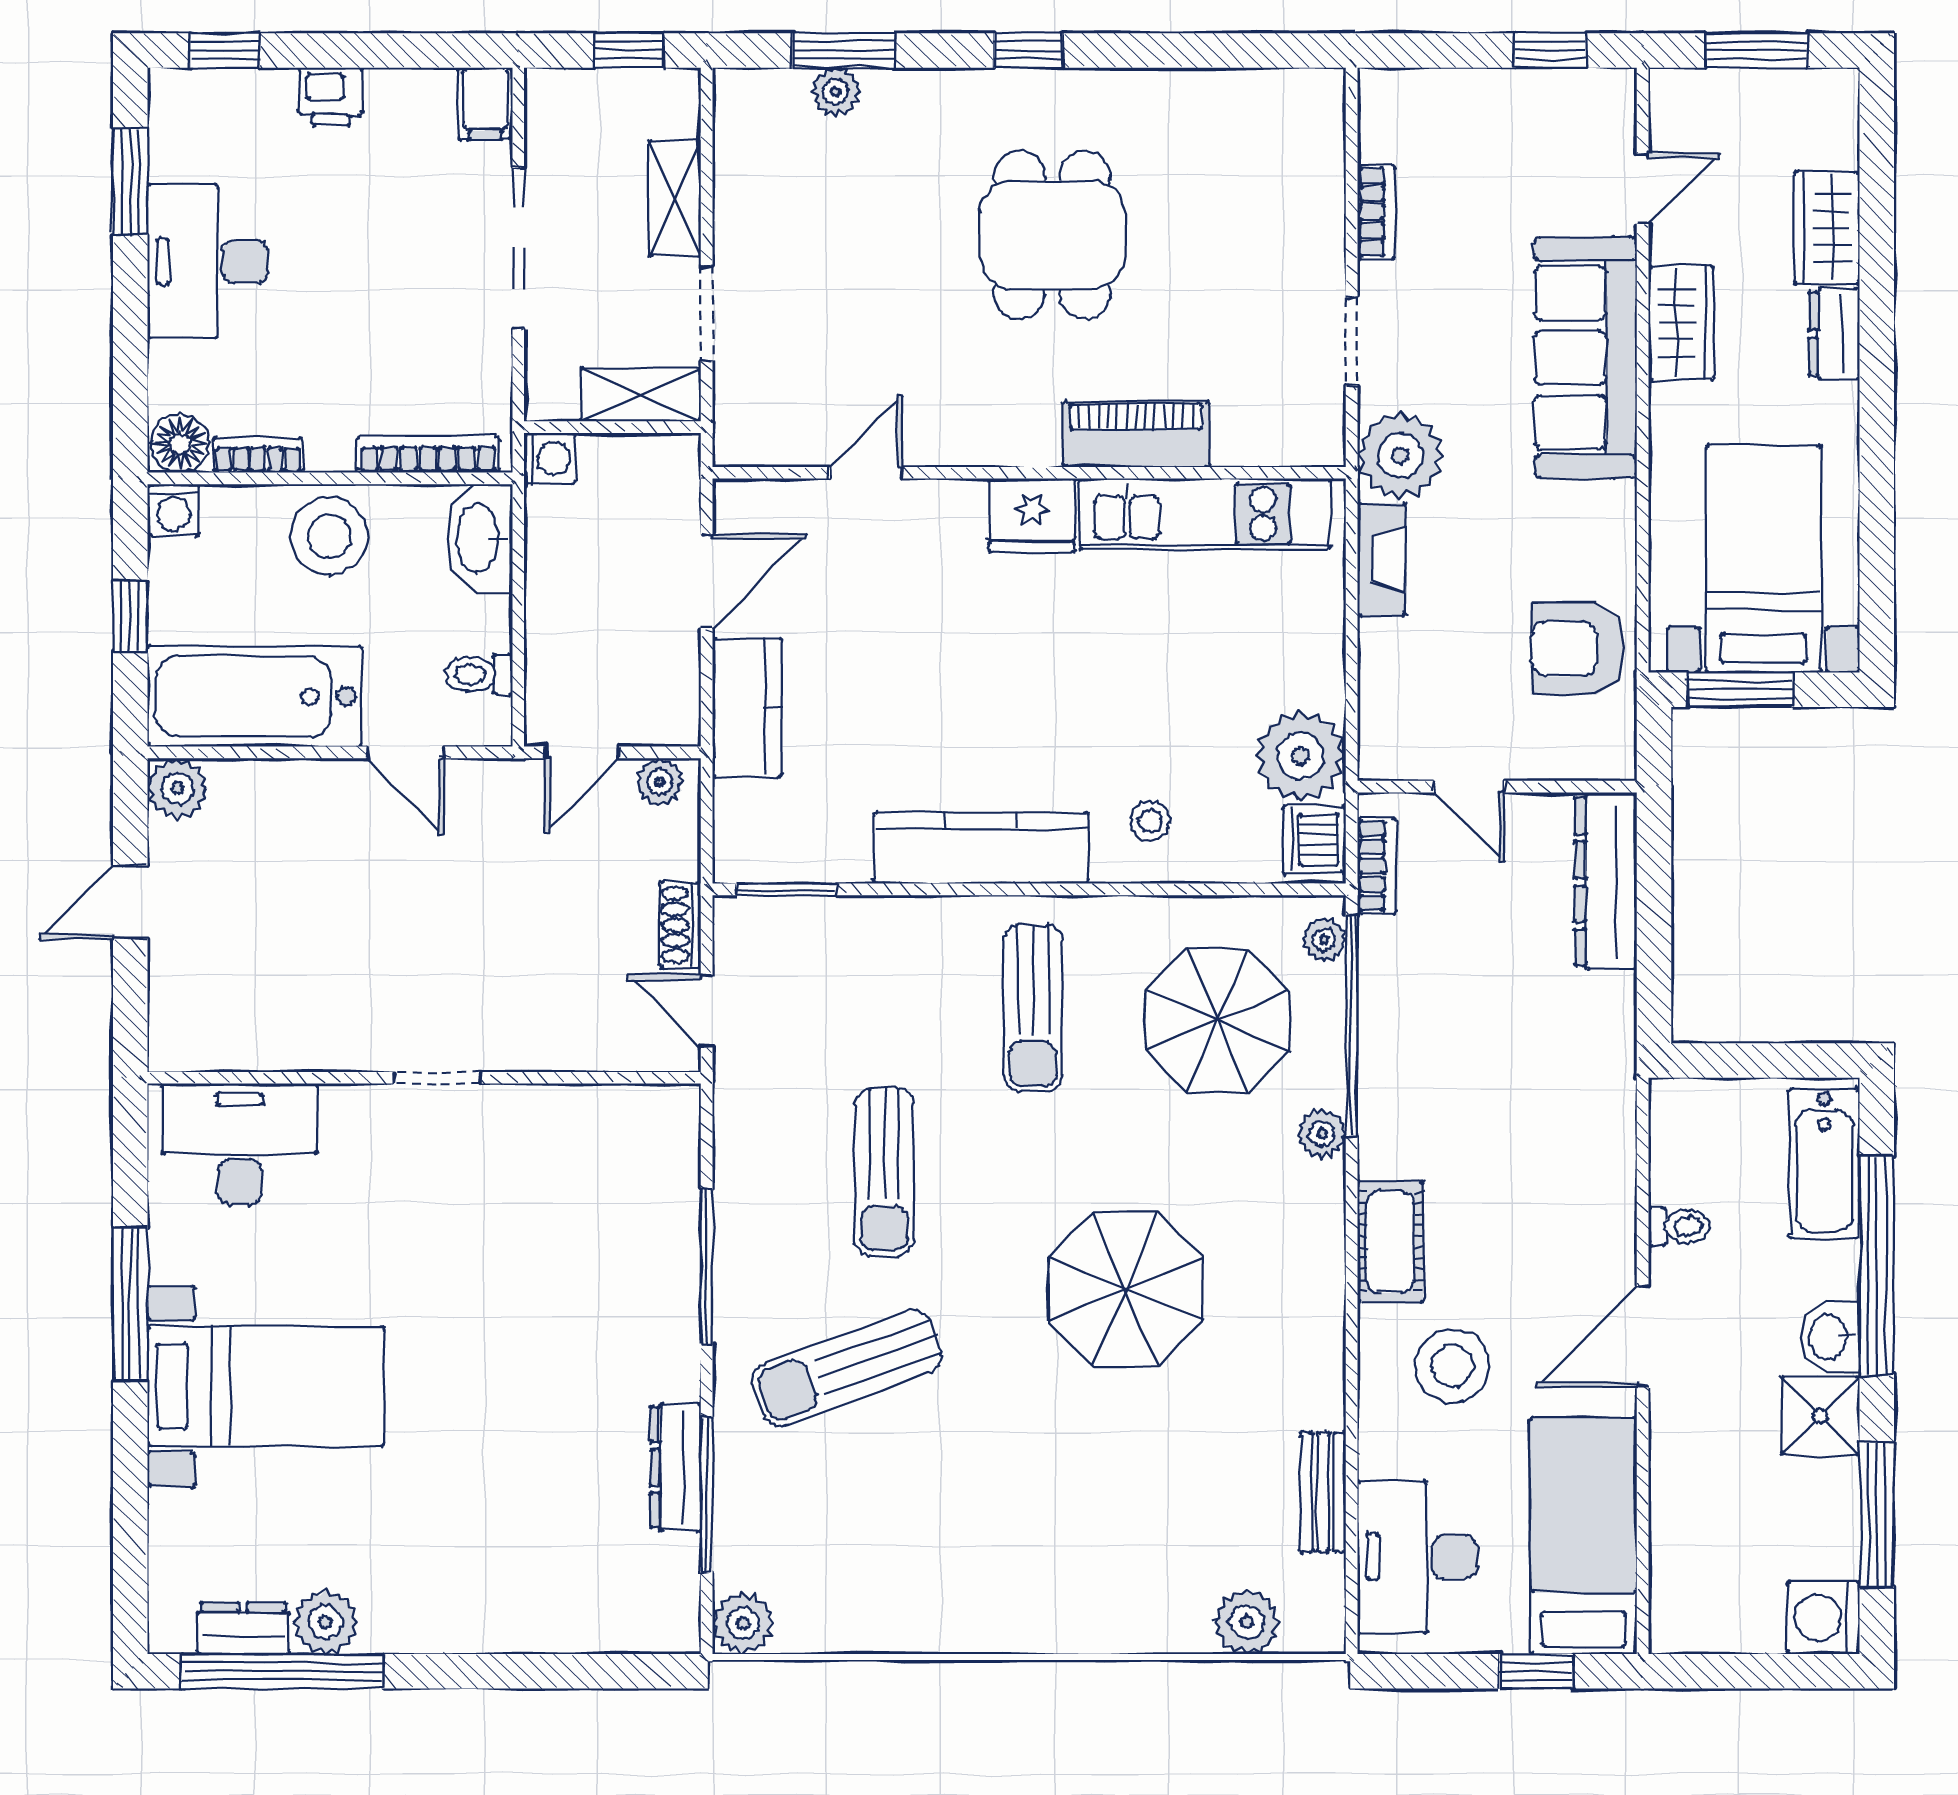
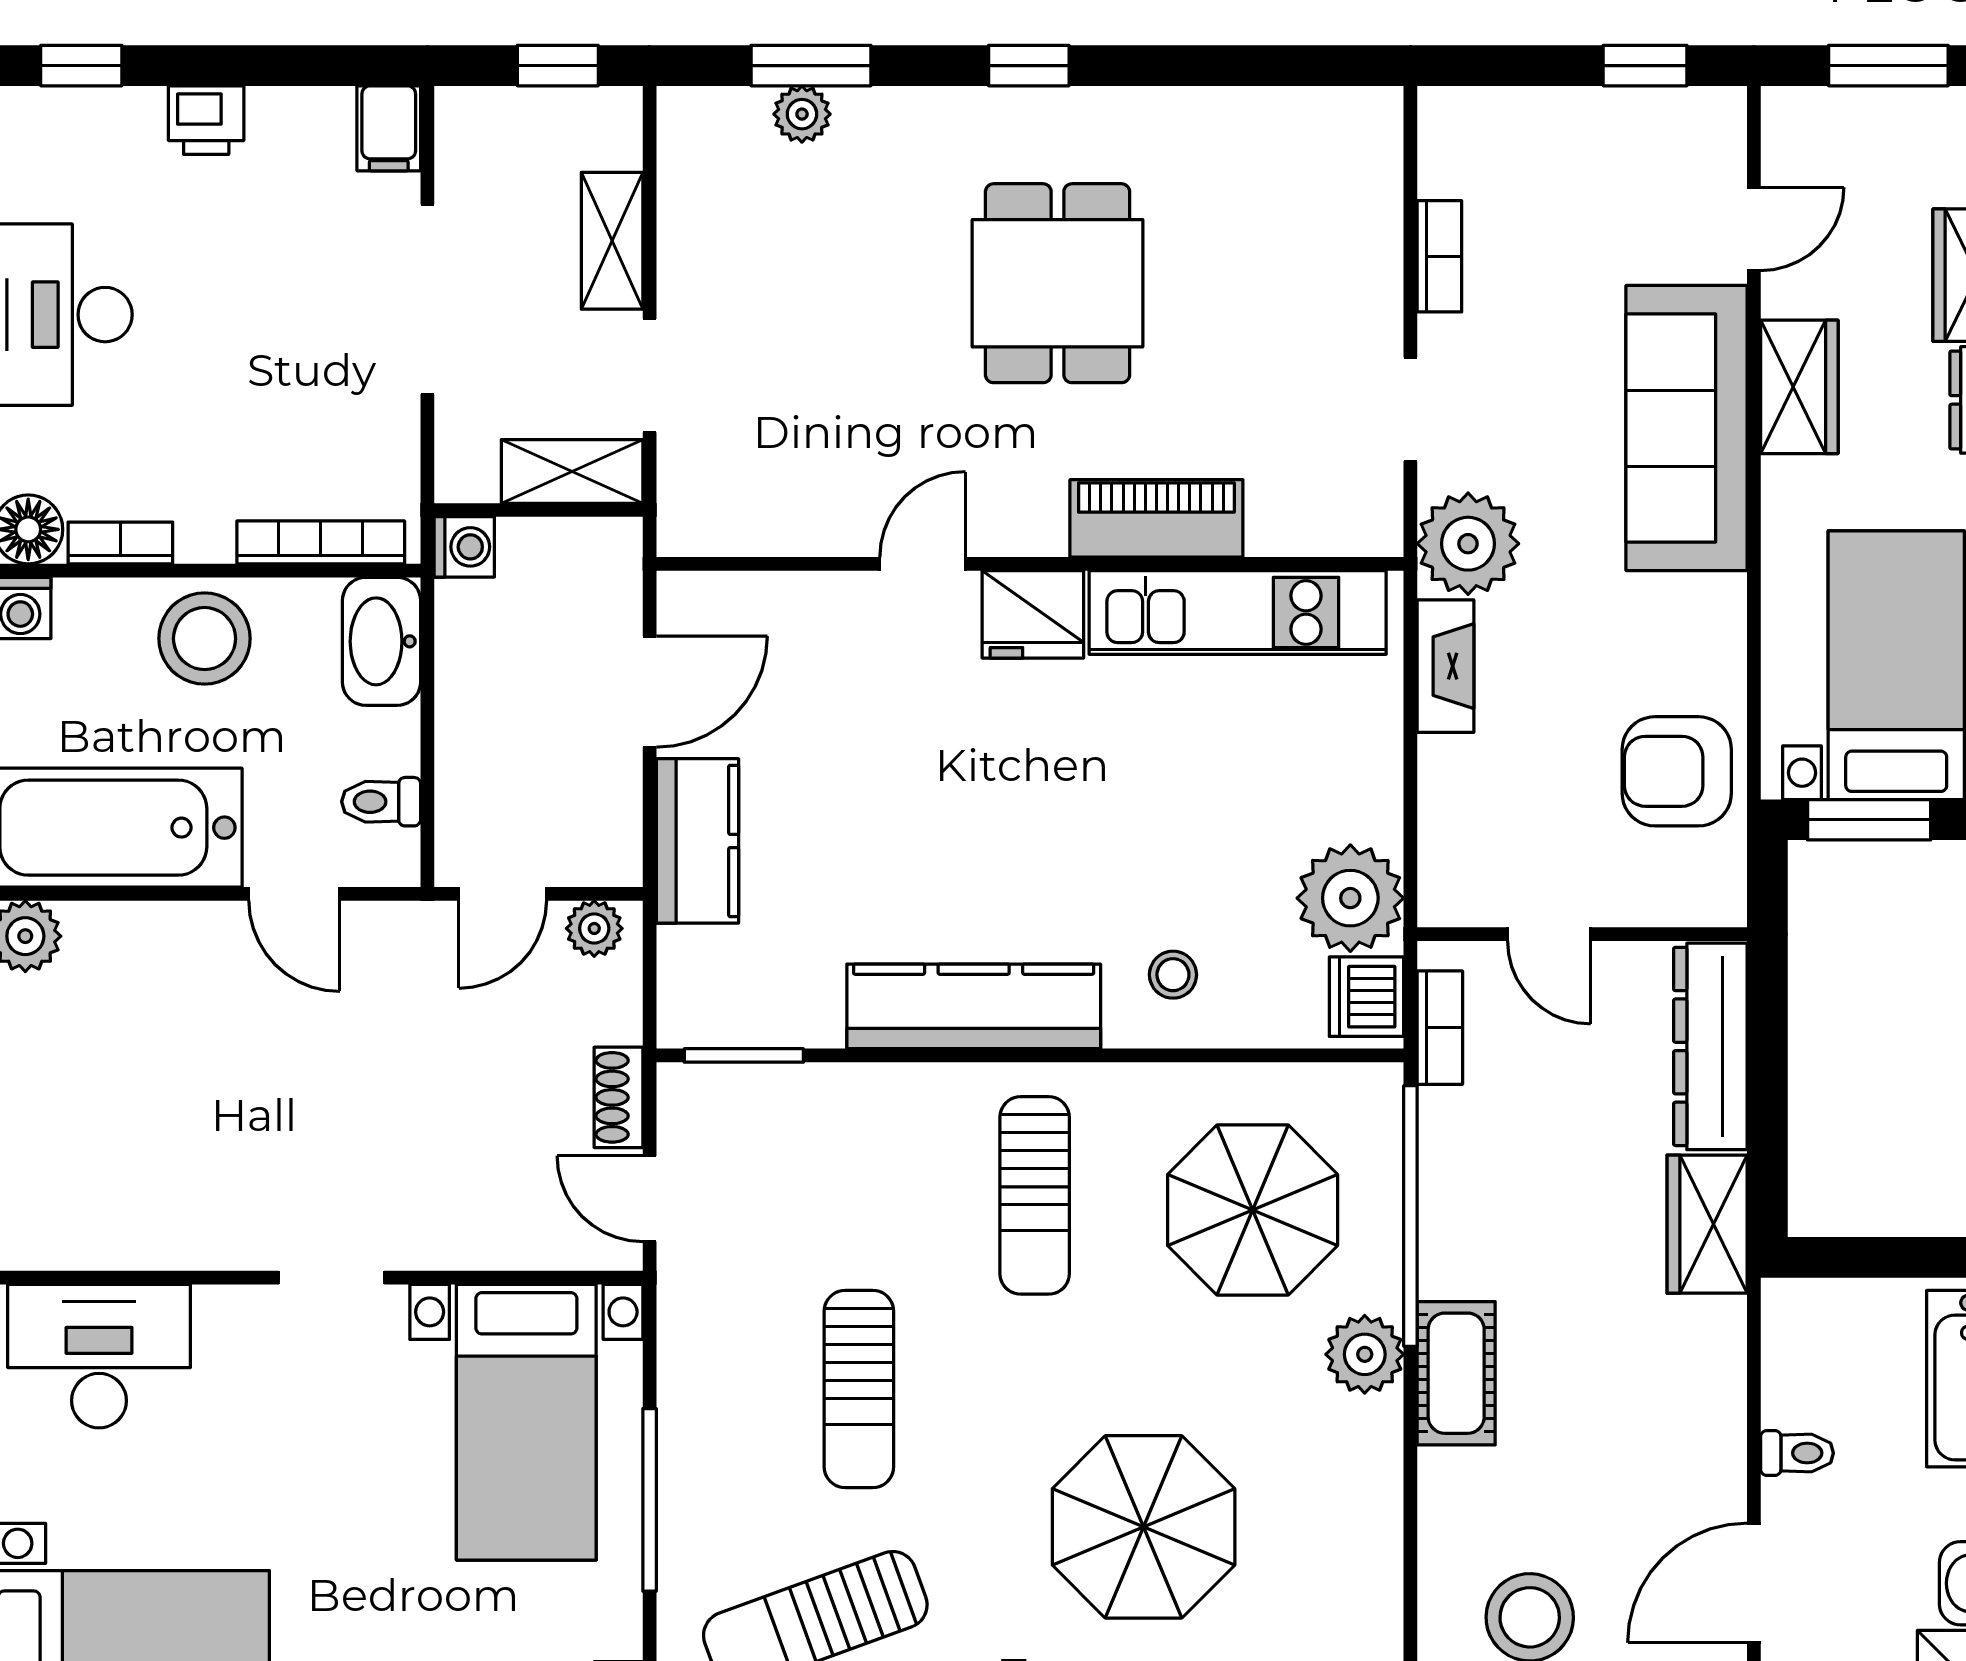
door: (866, 473) -> (923, 564), moved
plant: (1324, 940) -> (1378, 1115), removed
wardrobe: (1603, 1032) -> (1707, 1224), added
plant: (1322, 1134) -> (1365, 1354), width x1.38, depth x1.38
bed with nightstands: (602, 1200) -> (526, 1422), added
cot: (1390, 1242) -> (1456, 1373), moved

